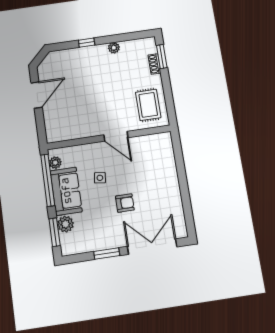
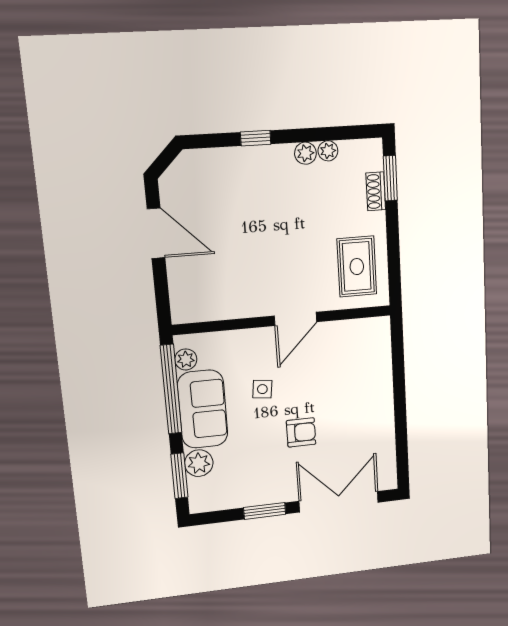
plant: (126, 46) -> (328, 151), added
door: (37, 95) -> (156, 233), hinge flipped
door: (116, 136) -> (296, 319), hinge flipped

